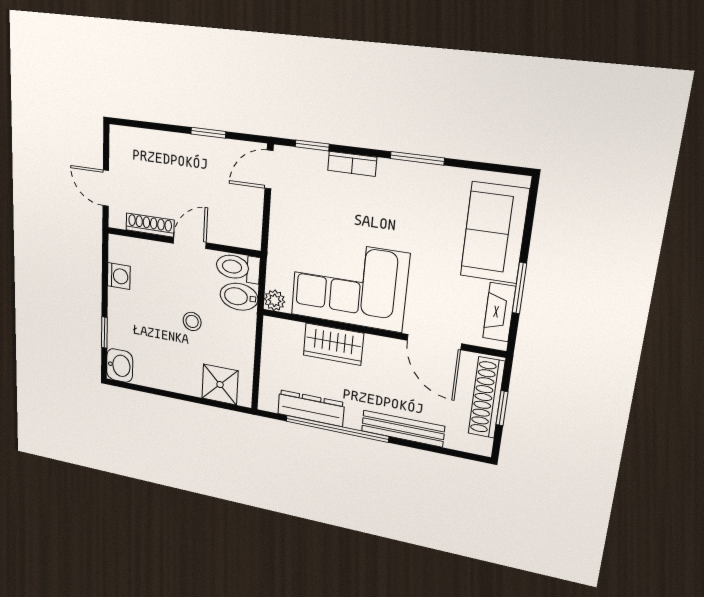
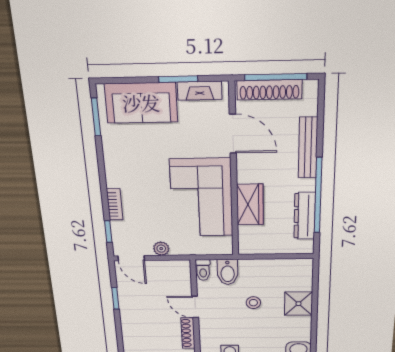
window: (417, 158) -> (96, 117), moved
toilet: (238, 268) -> (203, 270), width x0.73, depth x0.72
plant: (275, 300) -> (161, 249), moved
door: (434, 342) -> (233, 134), hinge flipped
shower: (220, 385) -> (299, 304), moved
window: (502, 408) -> (276, 77), width x2.17

